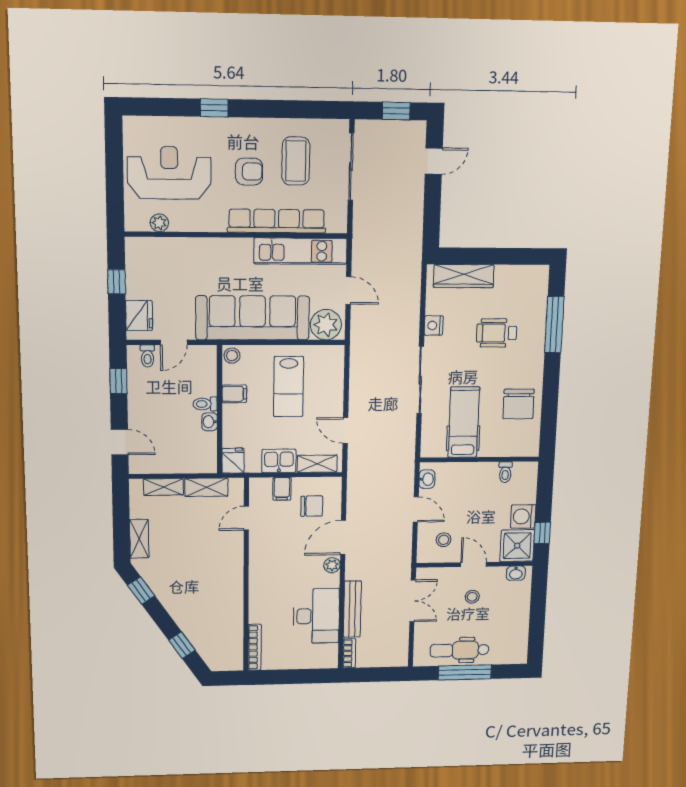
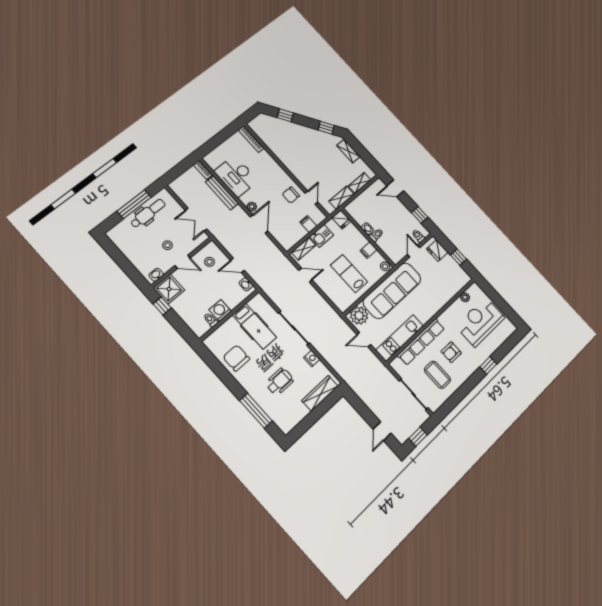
reception desk: (169, 173) -> (480, 322), turned 180
chair: (312, 506) -> (291, 195), moved
washing machine: (523, 516) -> (220, 311), moved, turned -90

